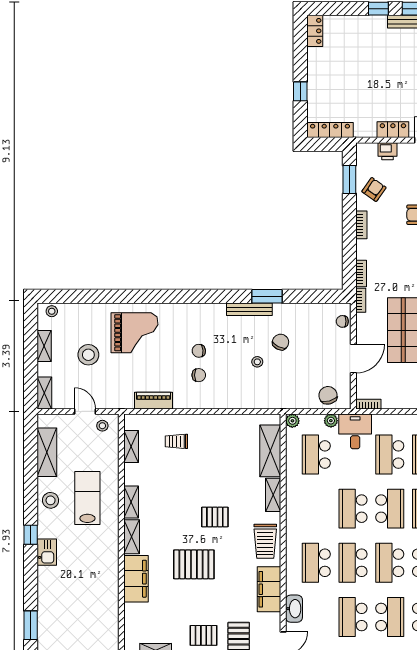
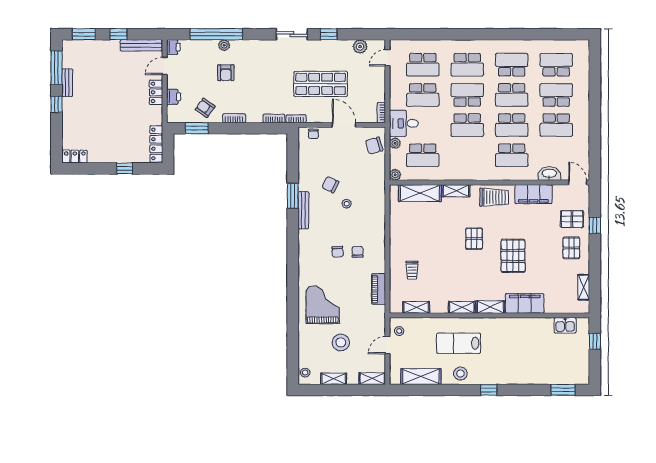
kitchen sink: (47, 552) -> (565, 325), moved, turned 180

